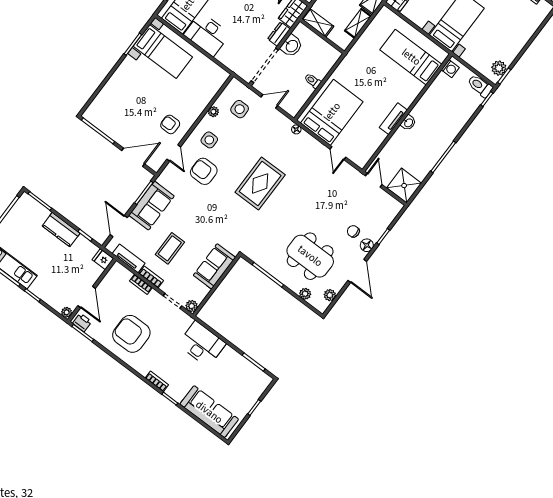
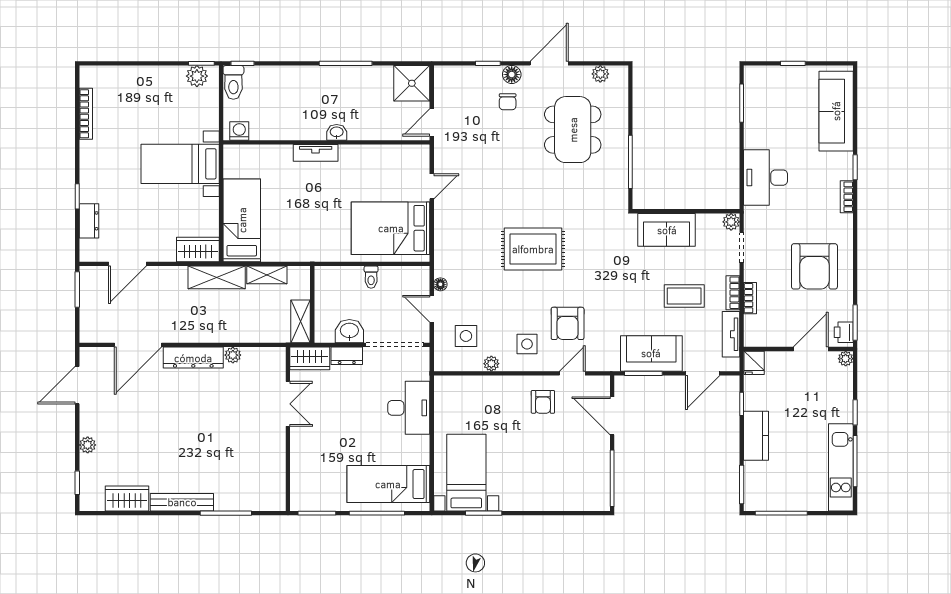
desk: (207, 34) -> (409, 408), moved
bed: (411, 57) -> (242, 220), moved, turned 180
tv unit: (393, 119) -> (316, 153), moved
floor lamp: (296, 129) -> (440, 284), moved
plant: (305, 294) -> (620, 103), removed

